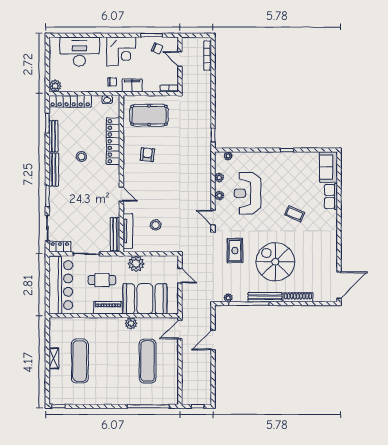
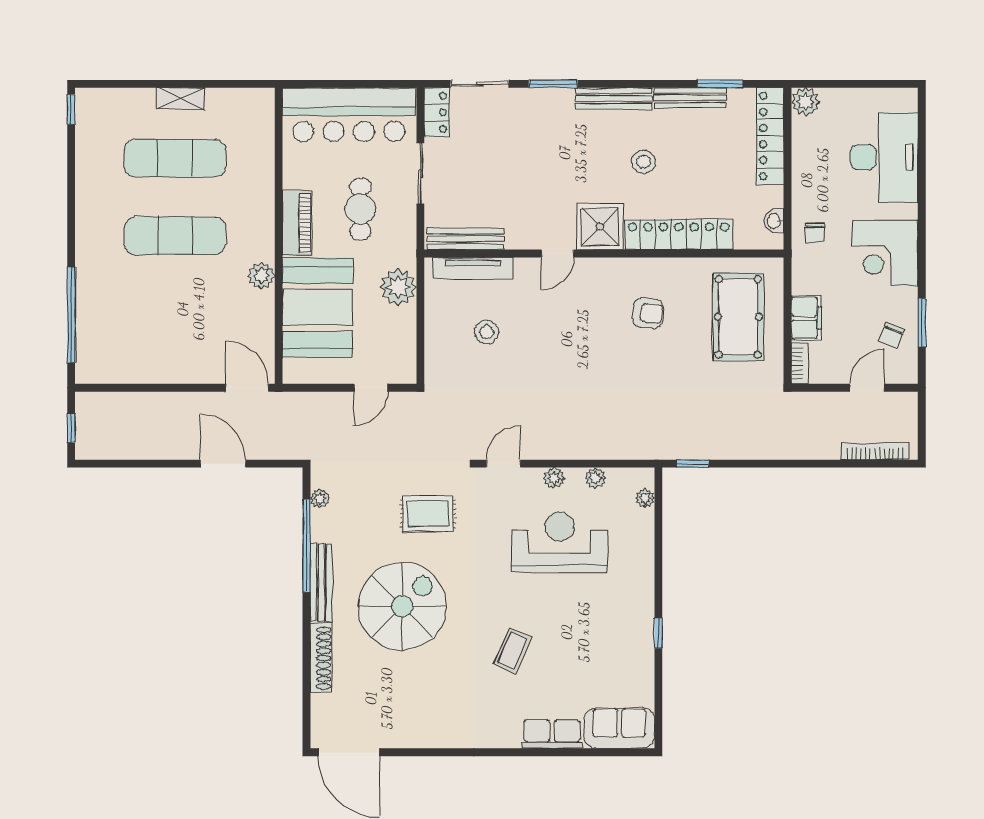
filing cabinet: (132, 85) -> (806, 318), moved
shower: (110, 176) -> (600, 227), added
exercise mat: (148, 361) -> (175, 236), moved

